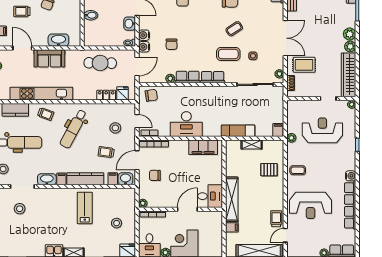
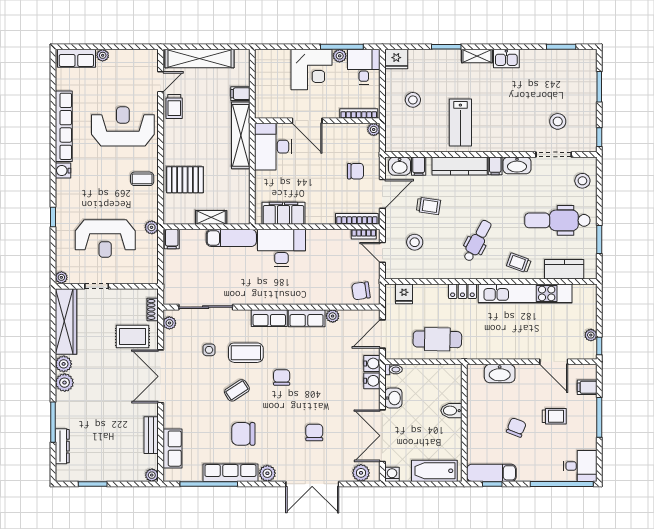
chair: (172, 44) -> (282, 377), moved
sofa: (49, 58) -> (513, 346), removed
locker: (106, 95) -> (462, 291), moved
desk: (186, 124) -> (281, 248), moved
dental chair: (73, 129) -> (477, 241), width x0.73, depth x0.72
pallet: (269, 170) -> (185, 180), width x1.50, depth x1.42
desk: (210, 196) -> (273, 147), width x1.37
door: (187, 209) -> (307, 121), hinge flipped

